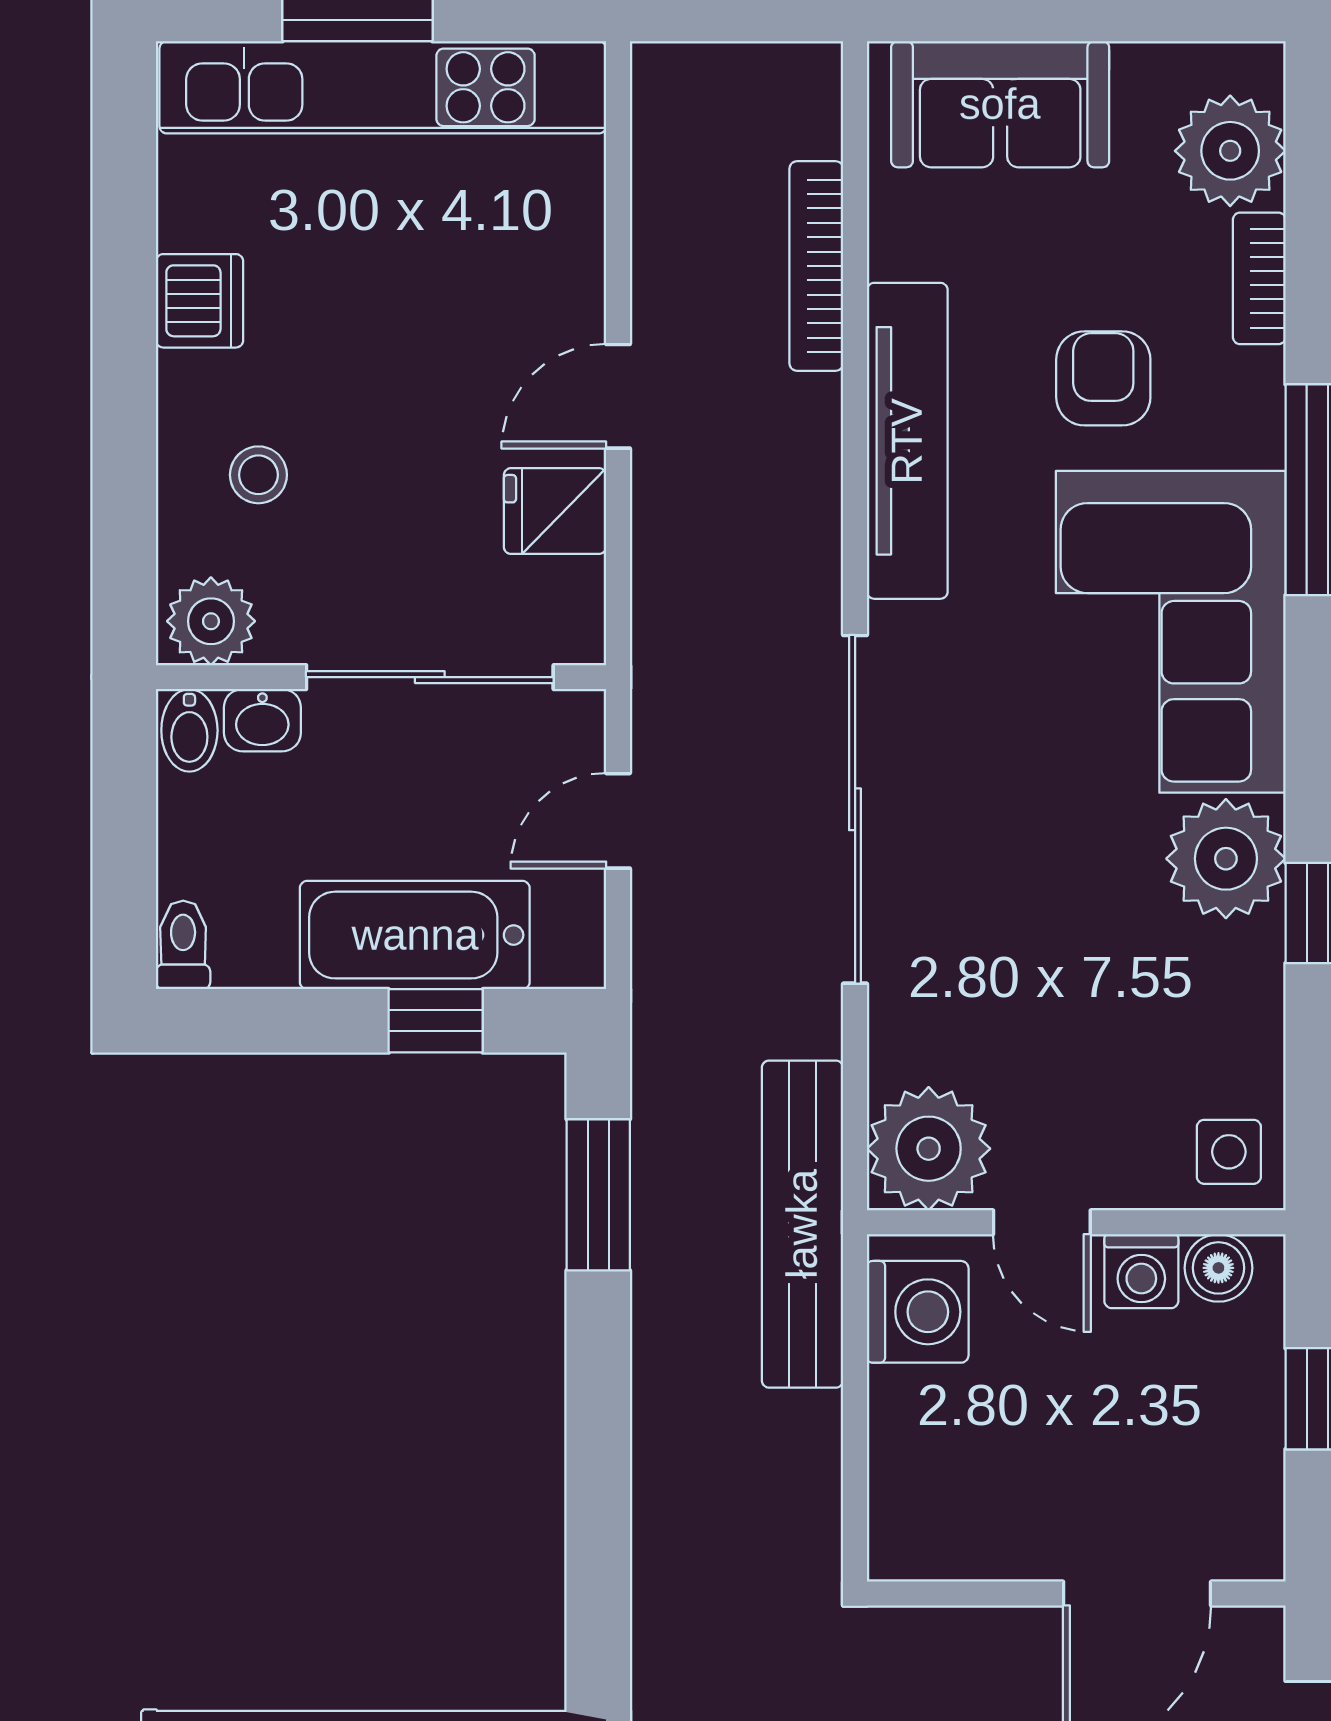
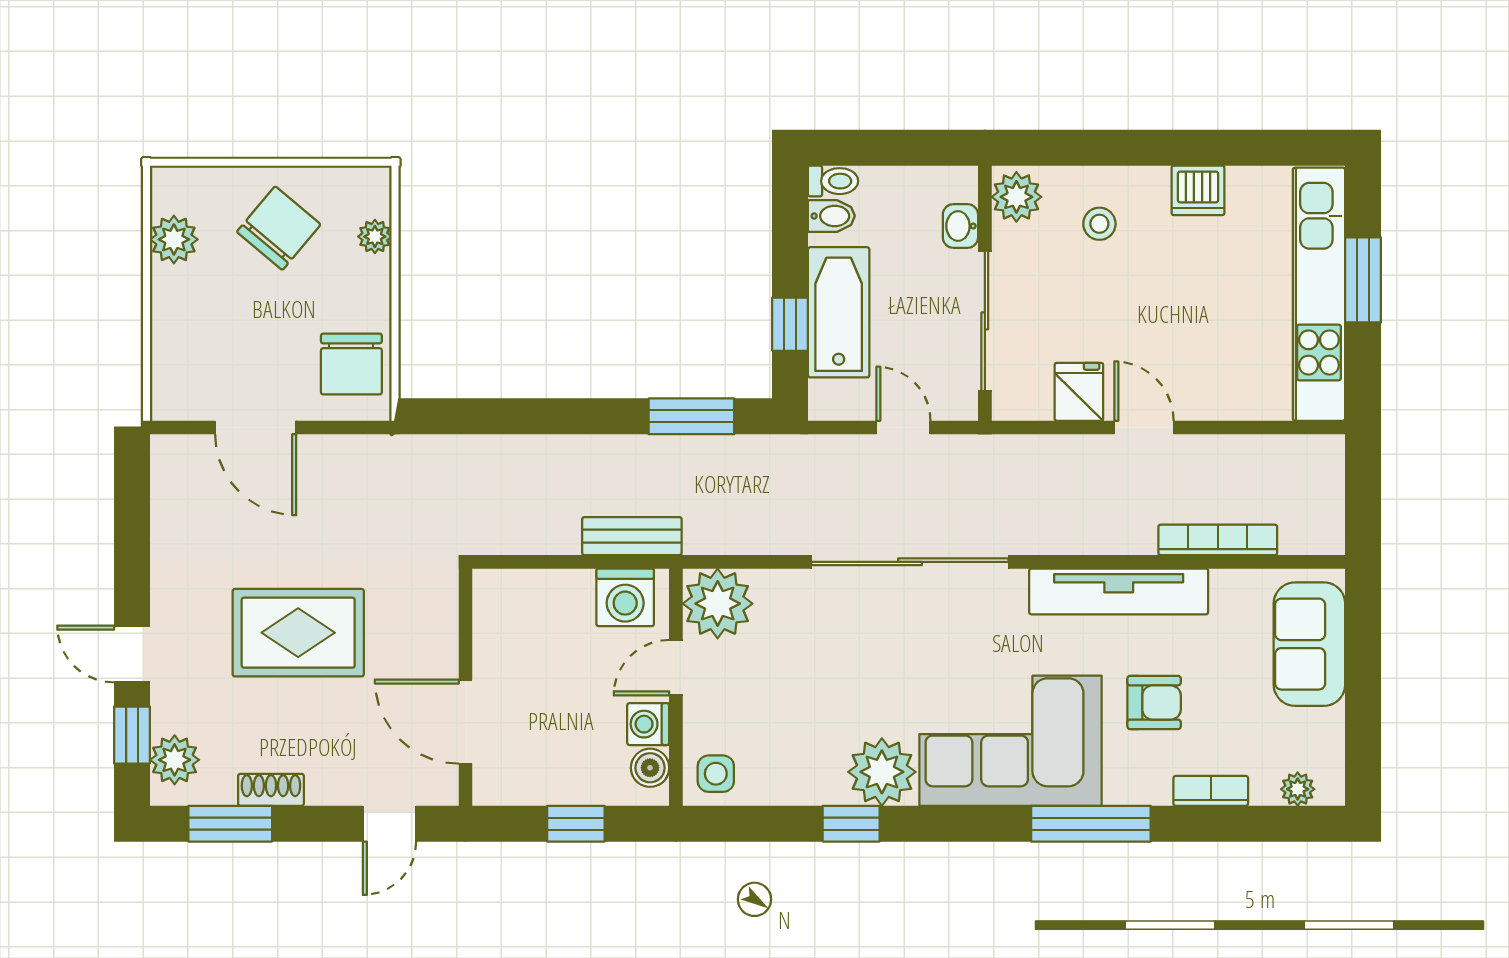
plant: (1230, 151) -> (1298, 789), width x0.53, depth x0.53
bidet: (189, 730) -> (831, 216), moved, turned 180
bench: (802, 1224) -> (632, 536), width x0.54, depth x0.82

